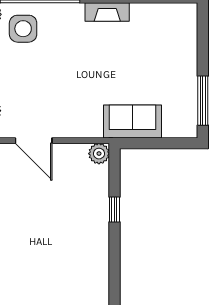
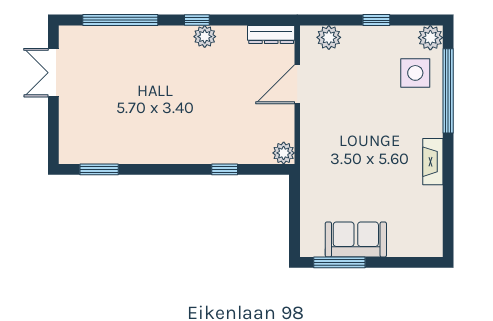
sofa: (132, 122) -> (356, 240), moved, turned -90

